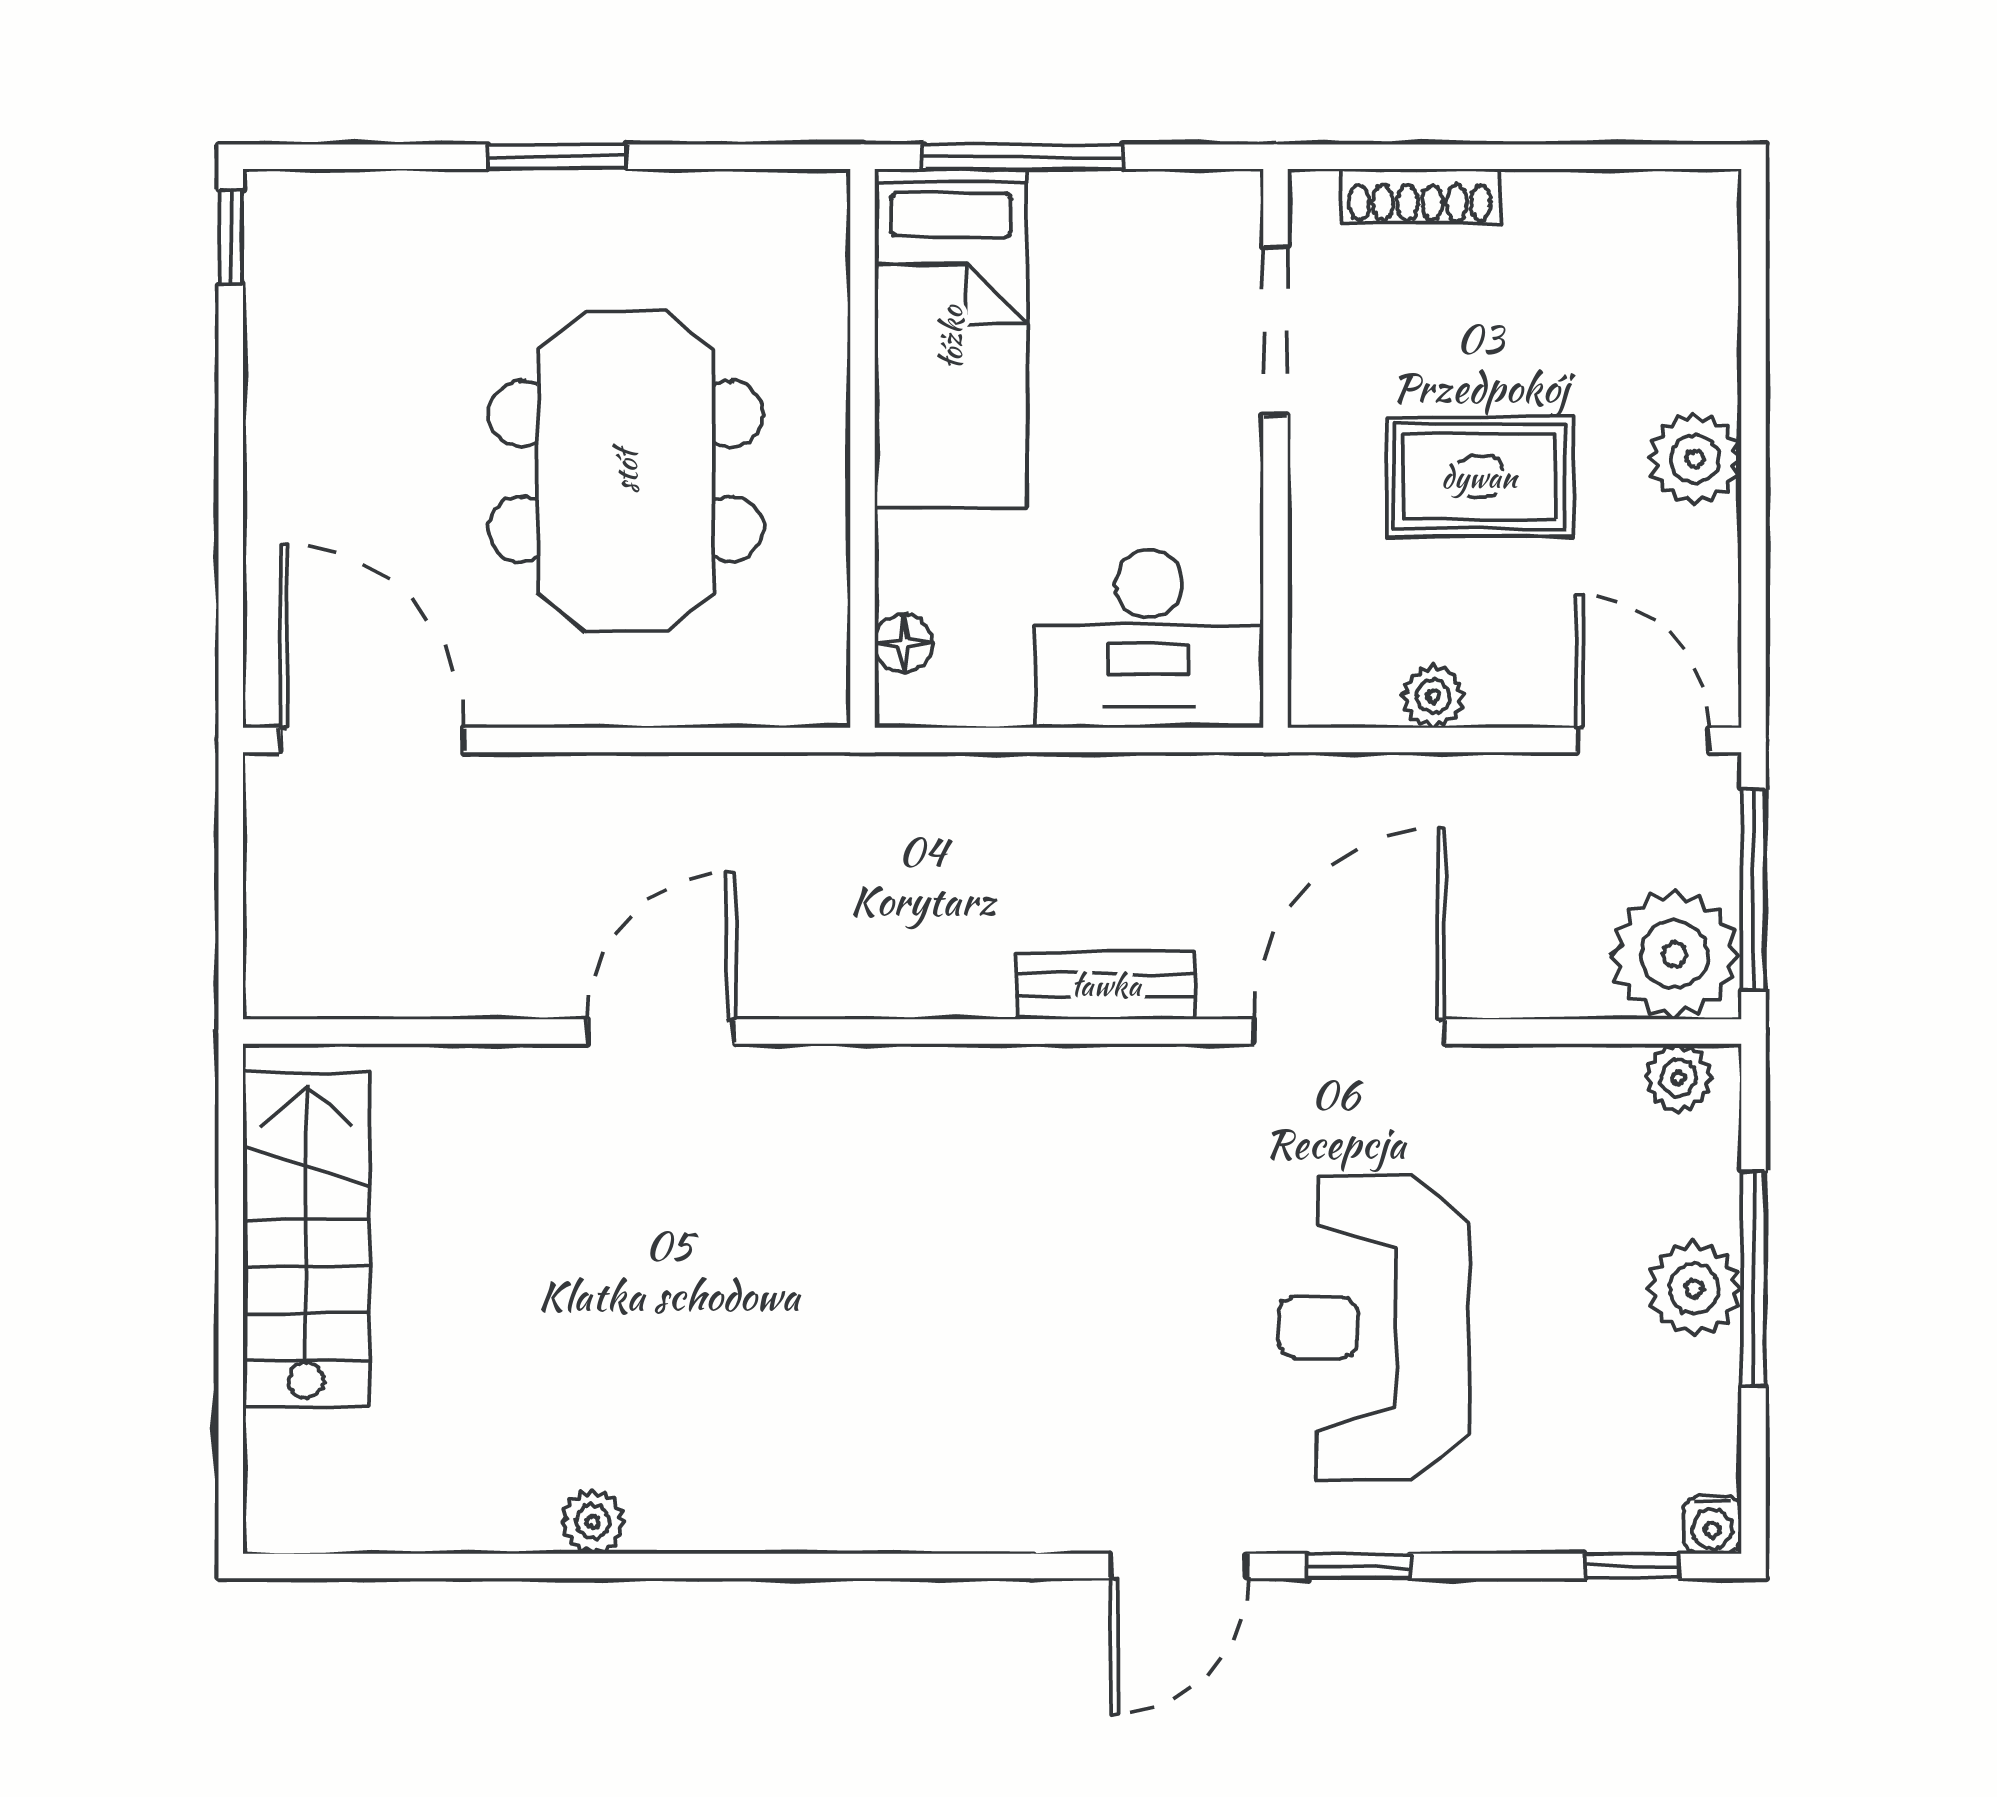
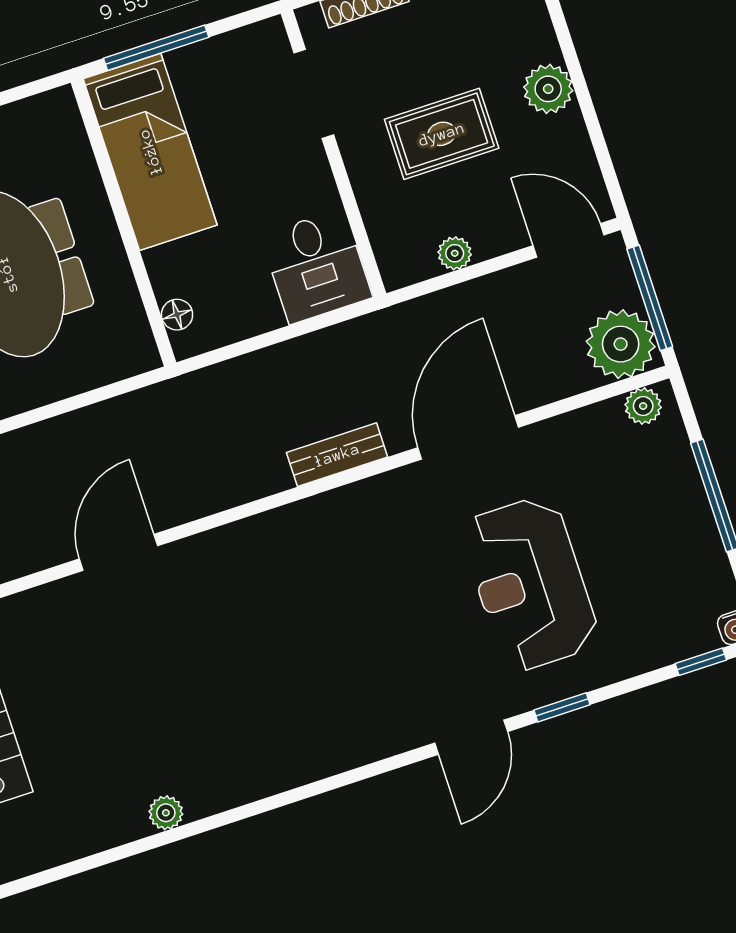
desk: (1149, 639) -> (316, 266), width x0.73
plant: (1694, 1289) -> (686, 510), removed

